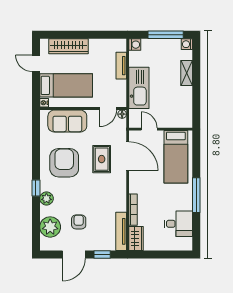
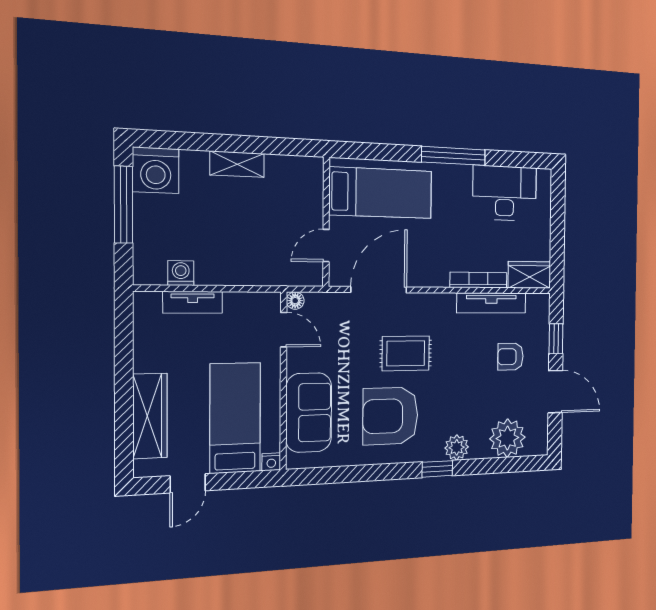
washing machine: (187, 44) -> (156, 170), width x1.89, depth x1.89
washing machine: (135, 45) -> (181, 273), moved
shelving: (187, 73) -> (237, 164), moved
kitchen sink: (139, 88) -> (241, 265), removed
rug: (102, 159) -> (406, 353), moved
armchair: (79, 222) -> (510, 357), moved
desk: (178, 224) -> (505, 193), width x1.37
tv unit: (121, 231) -> (491, 303), moved

